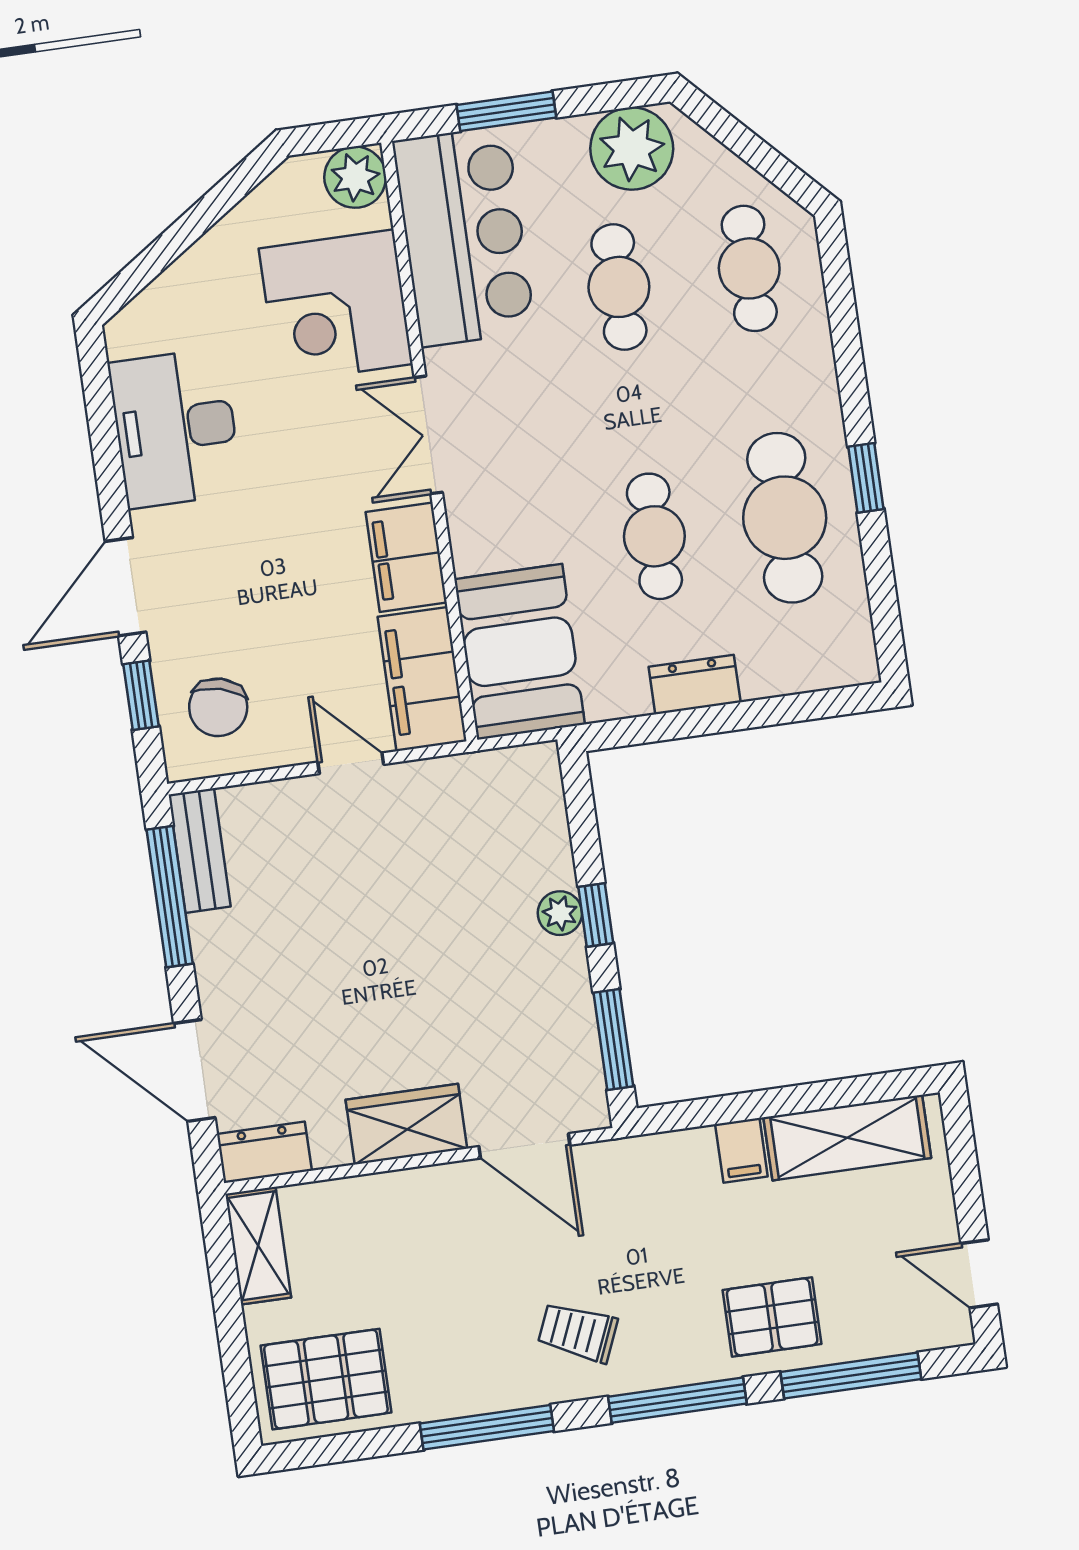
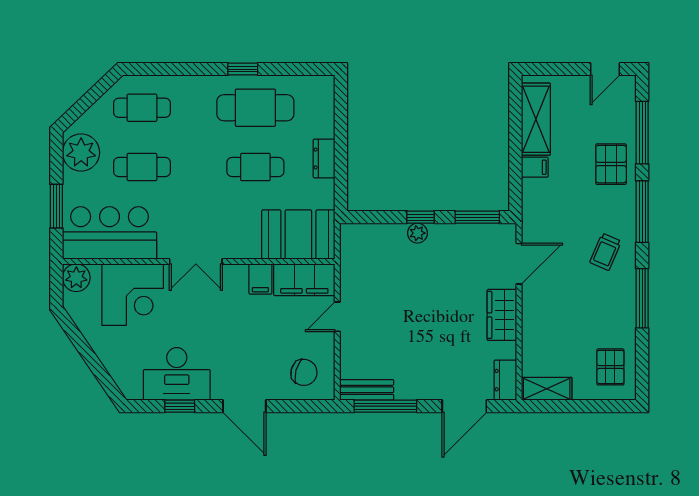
filing cabinet: (406, 557) -> (260, 279), width x0.50
window: (141, 695) -> (180, 406), moved
pallet: (326, 1379) -> (610, 367), width x0.67, depth x0.71

